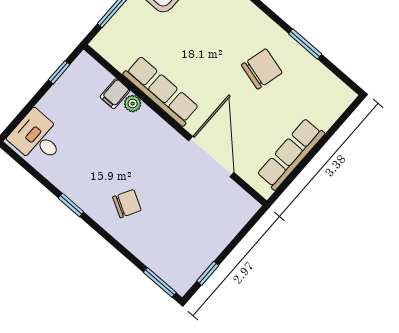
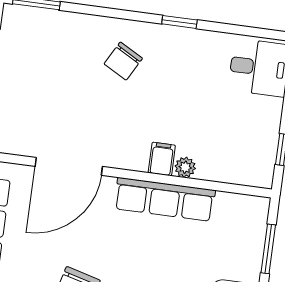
filing cabinet: (115, 94) -> (162, 159), moved
door: (211, 157) -> (69, 166), hinge flipped

